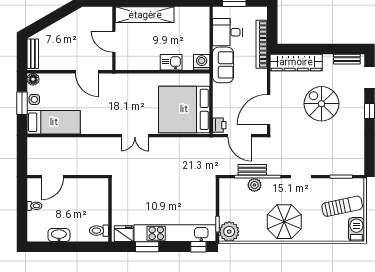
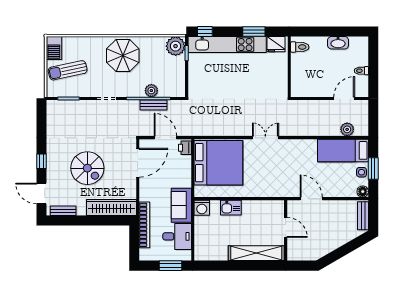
plant: (49, 144) -> (347, 129), added

